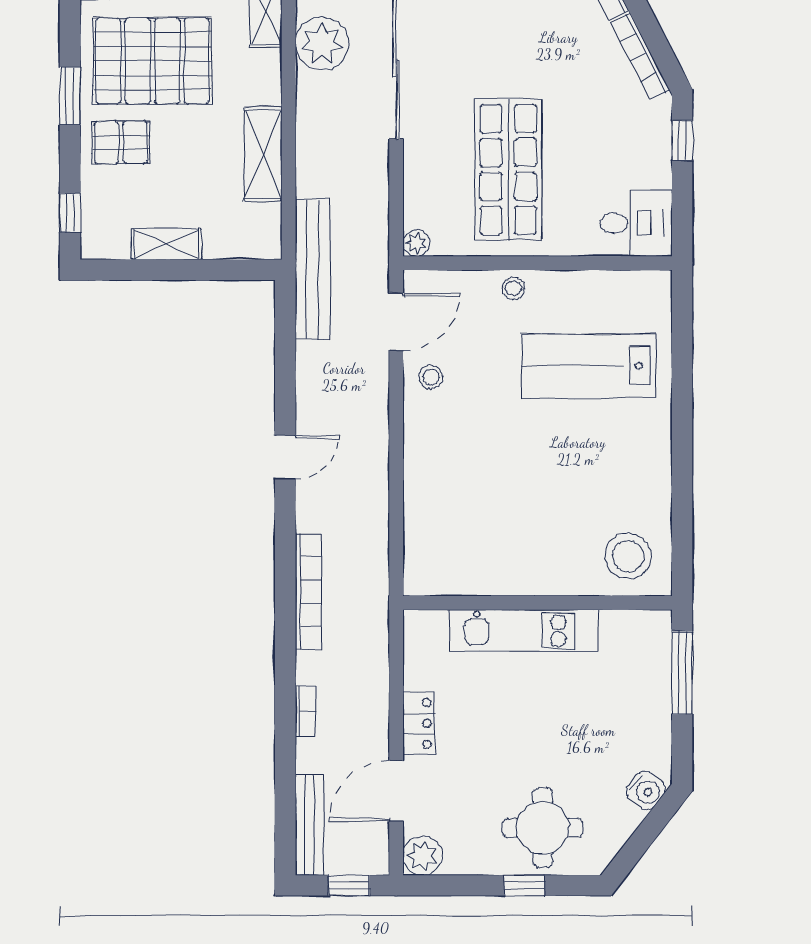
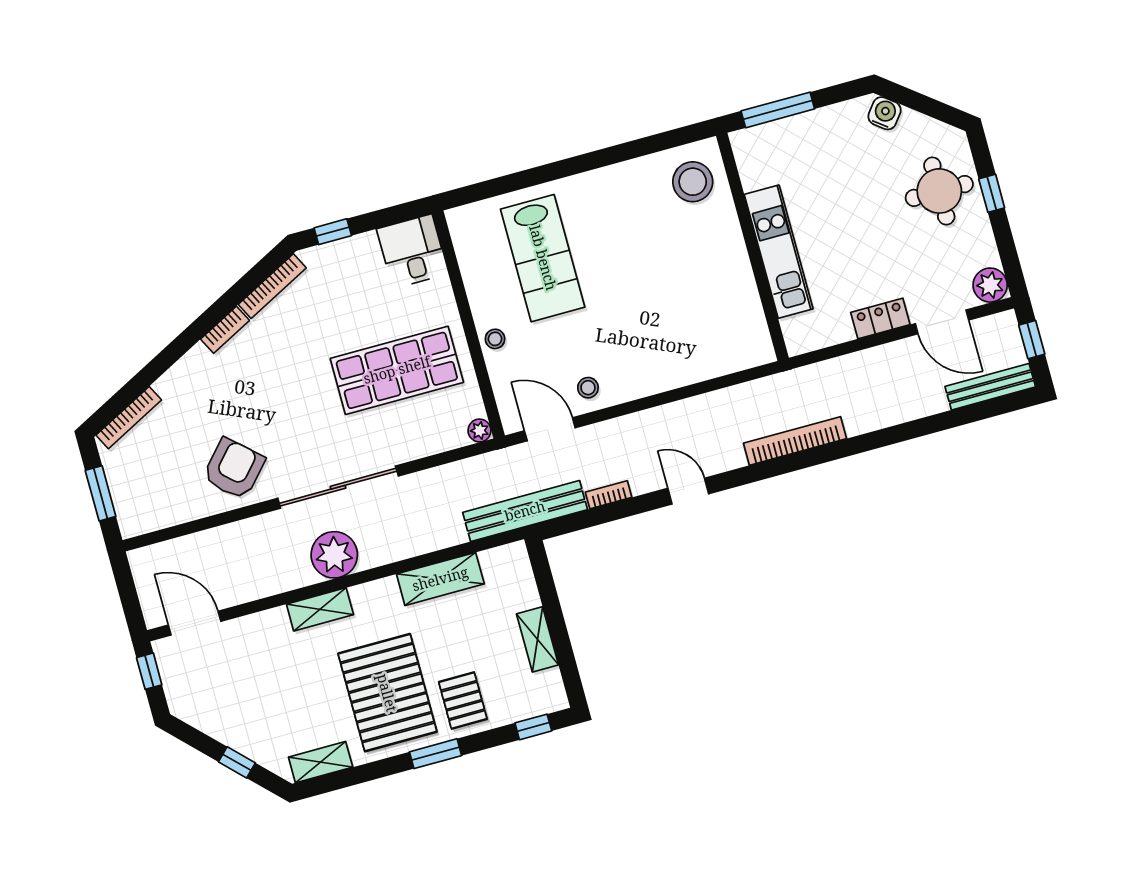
bookcase: (305, 711) -> (609, 495), moved

